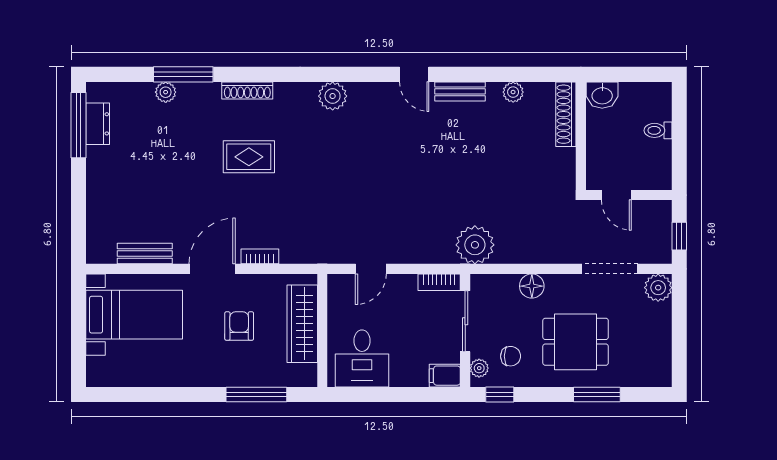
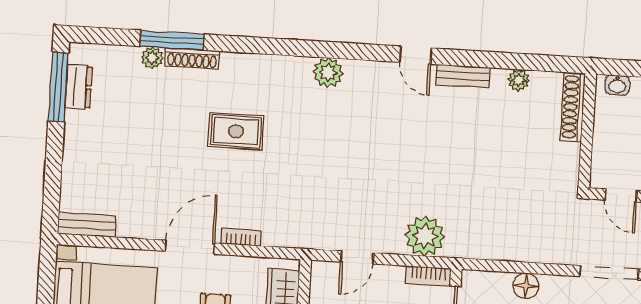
shoe rack: (247, 90) -> (192, 58), moved
washbasin: (602, 95) -> (617, 85), width x0.72, depth x0.69
plant: (475, 245) -> (425, 236), moved
bench: (145, 254) -> (87, 225), moved

